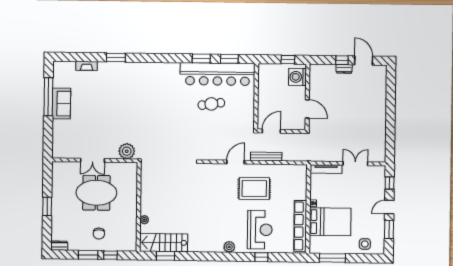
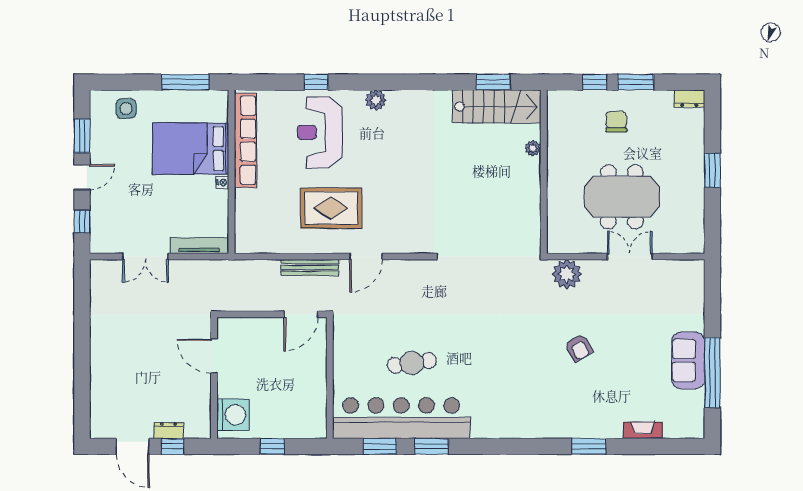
washing machine: (297, 77) -> (233, 415), moved
wall: (307, 97) -> (214, 378), moved
door: (307, 109) -> (214, 356), moved
armchair: (121, 111) -> (579, 348), added

